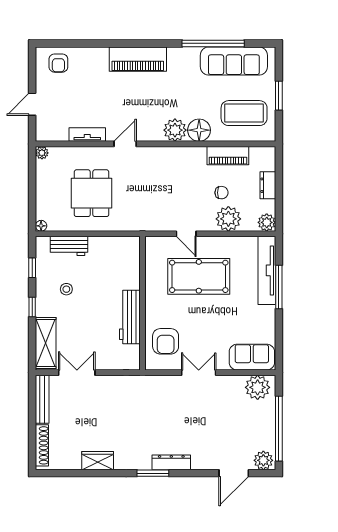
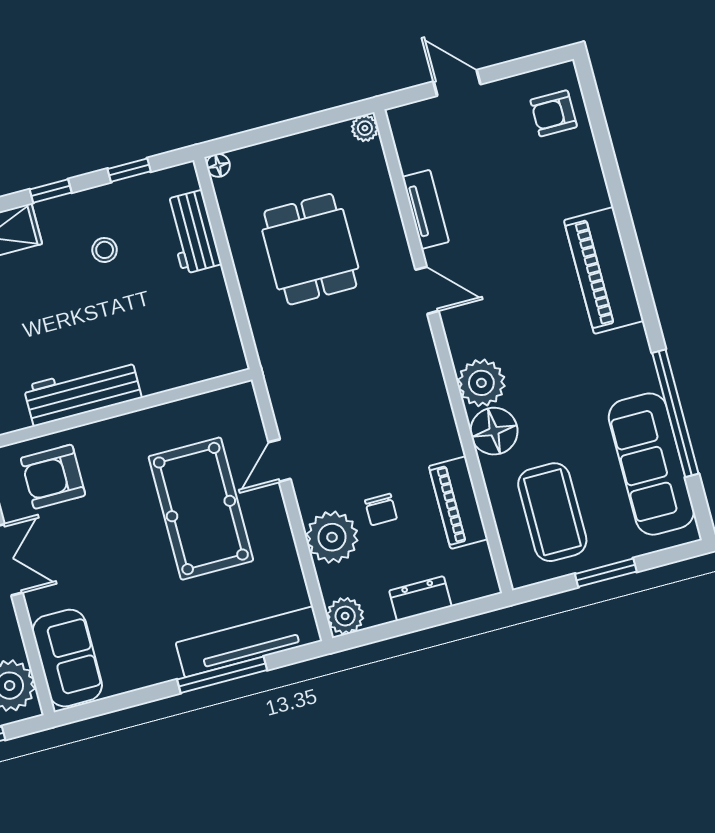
dining table: (92, 193) -> (310, 249), turned 90

